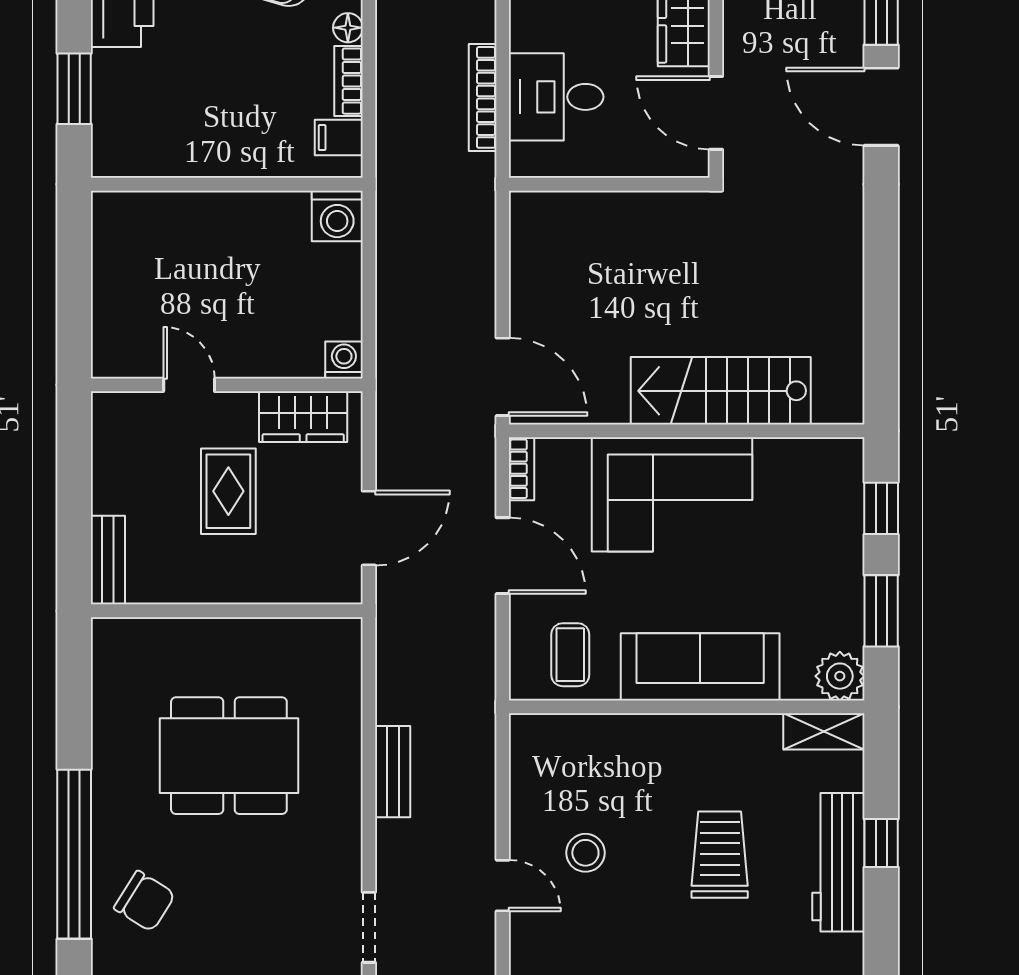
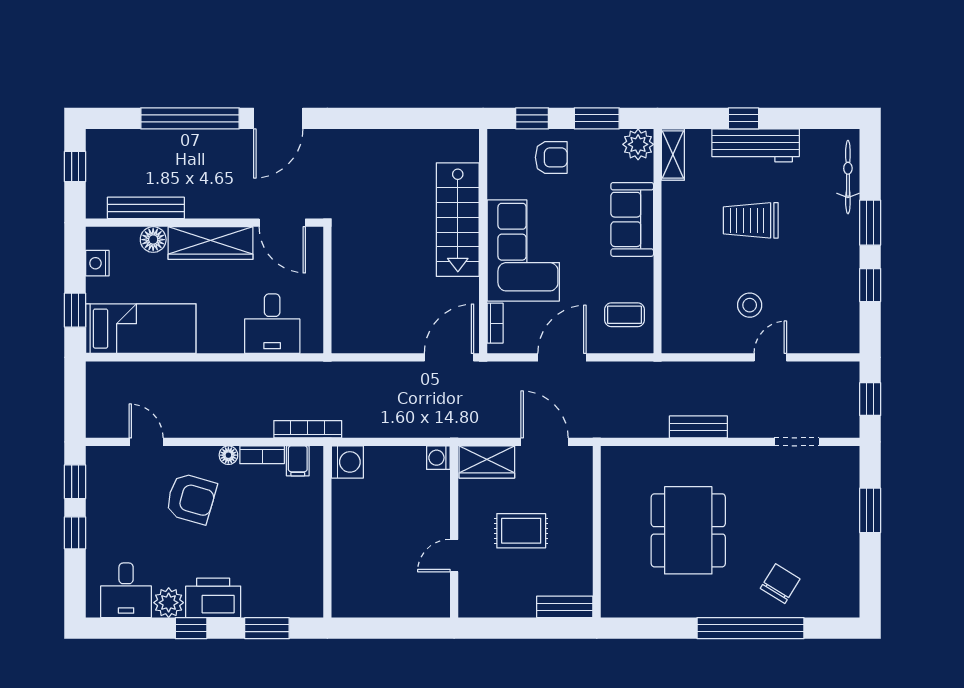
bookcase: (483, 97) -> (308, 429), moved, turned 180
door: (716, 113) -> (282, 223), hinge flipped
wardrobe: (303, 417) -> (487, 462), moved, turned 90
bookcase: (522, 469) -> (495, 323), moved, turned 90
armchair: (819, 539) -> (551, 157), added
sofa: (700, 667) -> (632, 219), width x0.73

